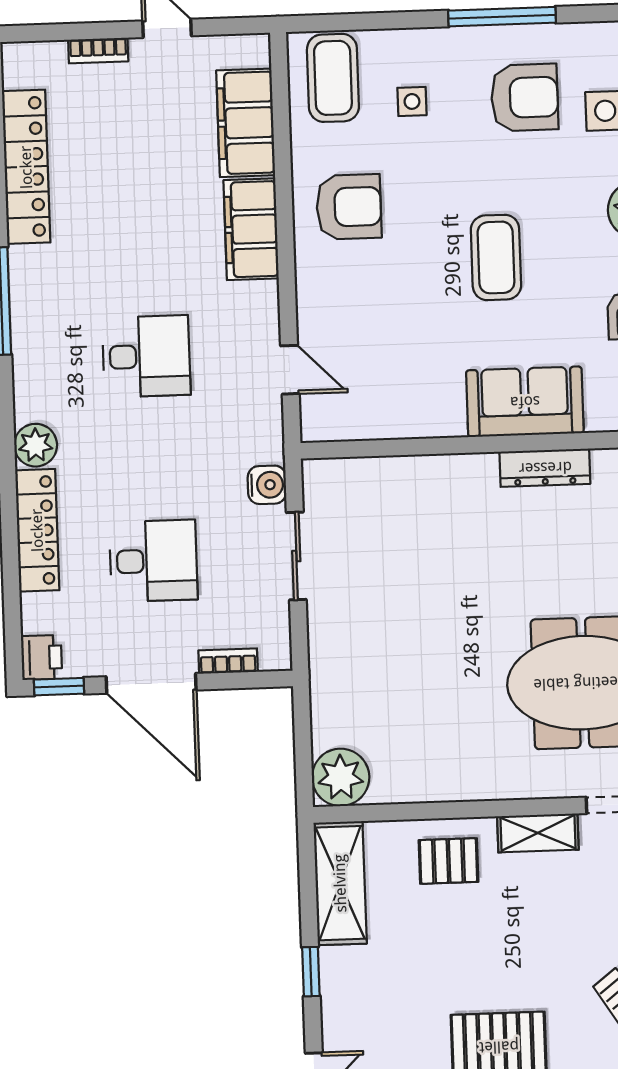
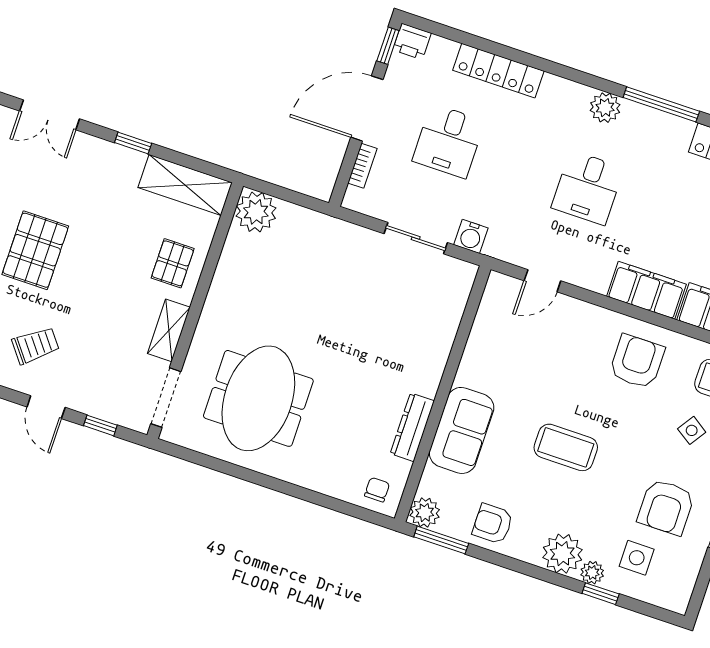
side table: (412, 101) -> (692, 430), turned 34
armchair: (349, 207) -> (637, 361), turned 180
plant: (36, 445) -> (605, 108), moved

